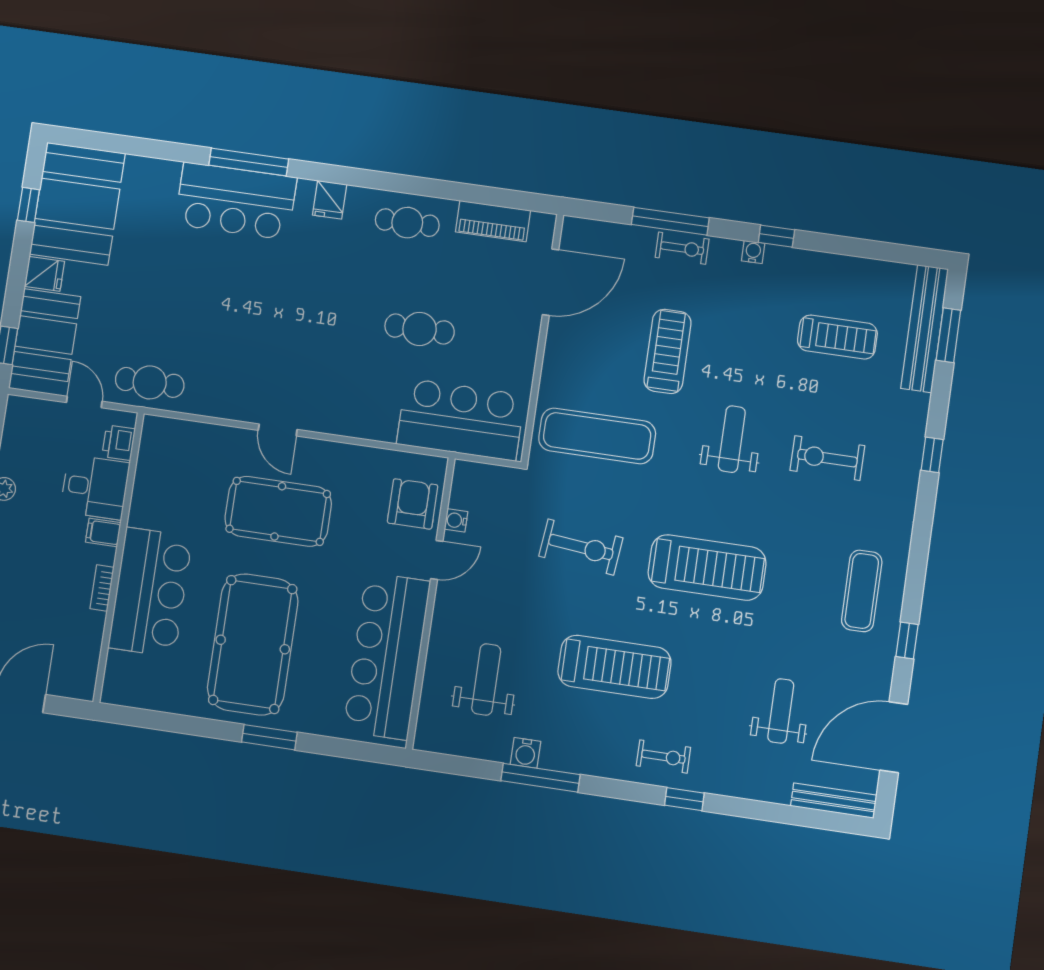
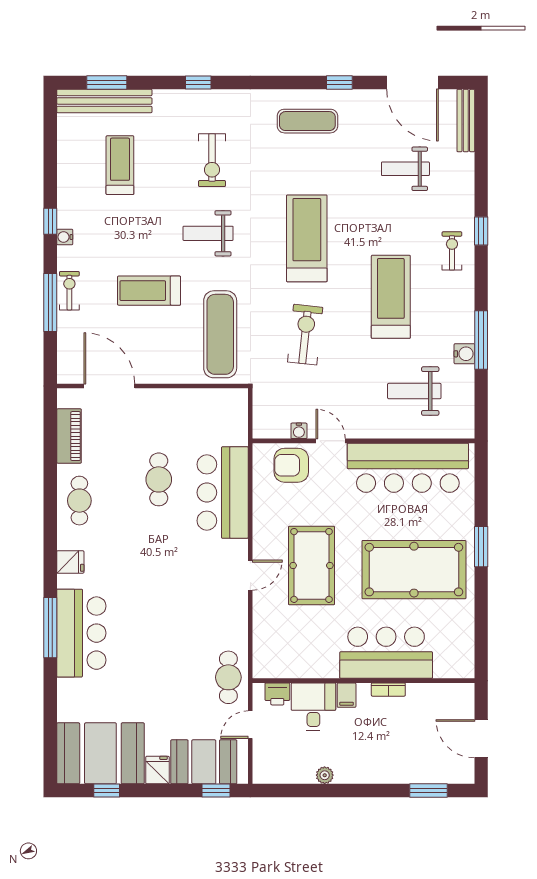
bar counter: (461, 420) -> (223, 493), moved

